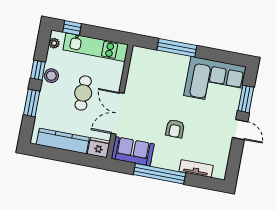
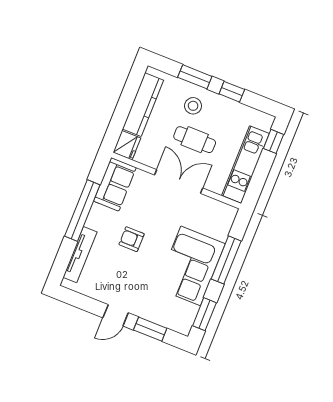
plant: (54, 43) -> (260, 117), removed
window: (225, 57) -> (204, 314), added
stool: (51, 76) -> (193, 106), moved
corner sofa: (215, 81) -> (191, 266), moved
double door: (118, 113) -> (179, 182), moved
tv unit: (196, 168) -> (80, 255), width x1.41

